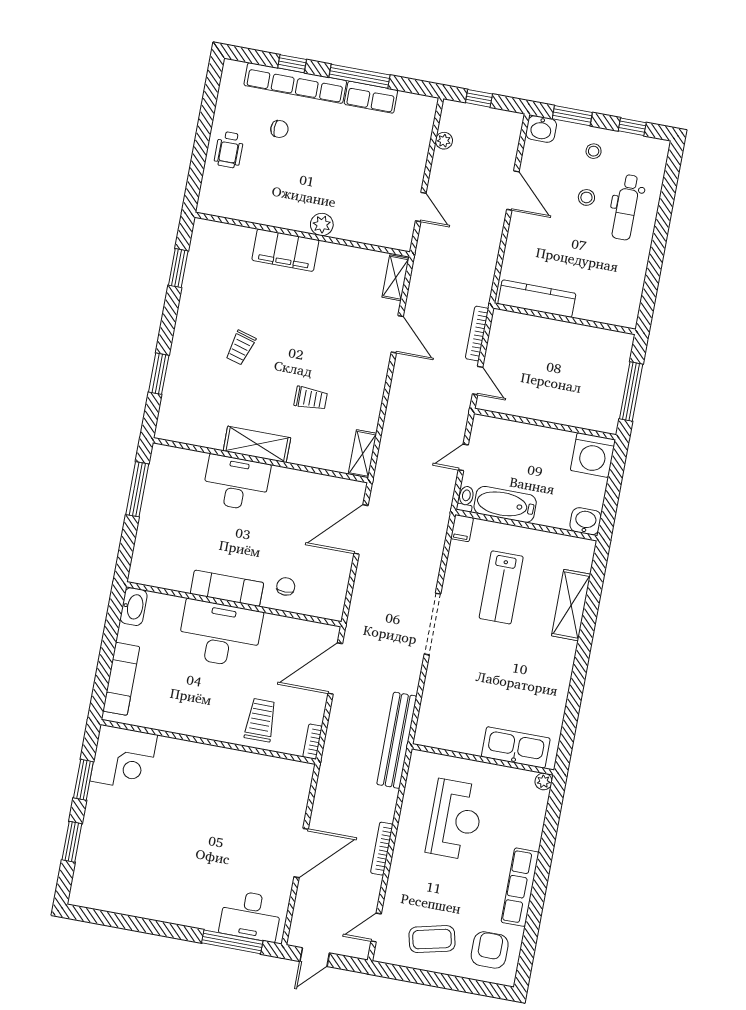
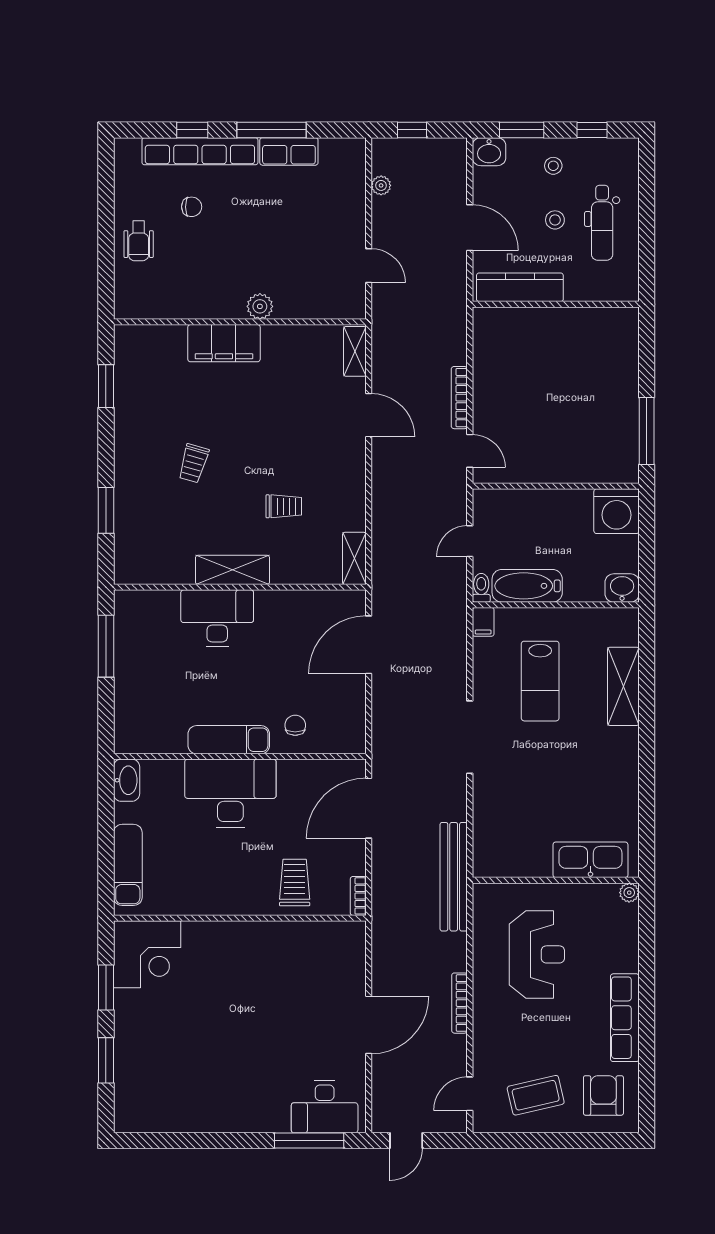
kitchen counter: (537, 299) -> (520, 287), moved
wall: (565, 319) -> (556, 304), moved

